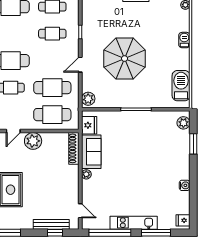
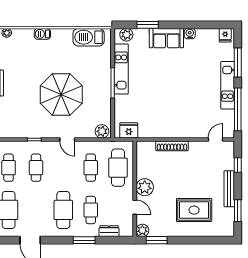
cafe table: (52, 88) -> (91, 168), width x0.73, depth x0.74
kitchen unit: (150, 118) -> (121, 69), added
shoe rack: (74, 148) -> (172, 146), moved
sofa: (91, 152) -> (166, 38), moved, turned 180
plant: (86, 174) -> (179, 133), removed
bench: (51, 224) -> (229, 189), moved

